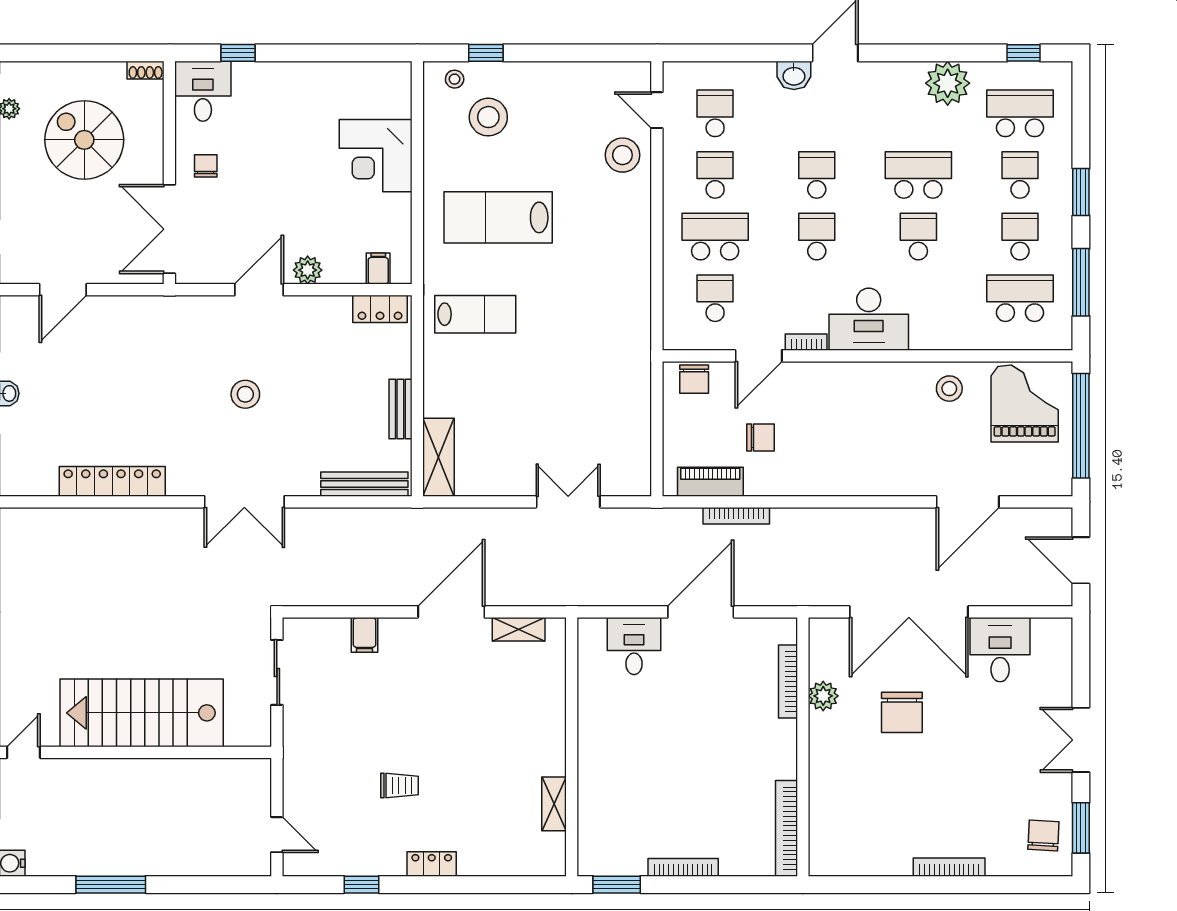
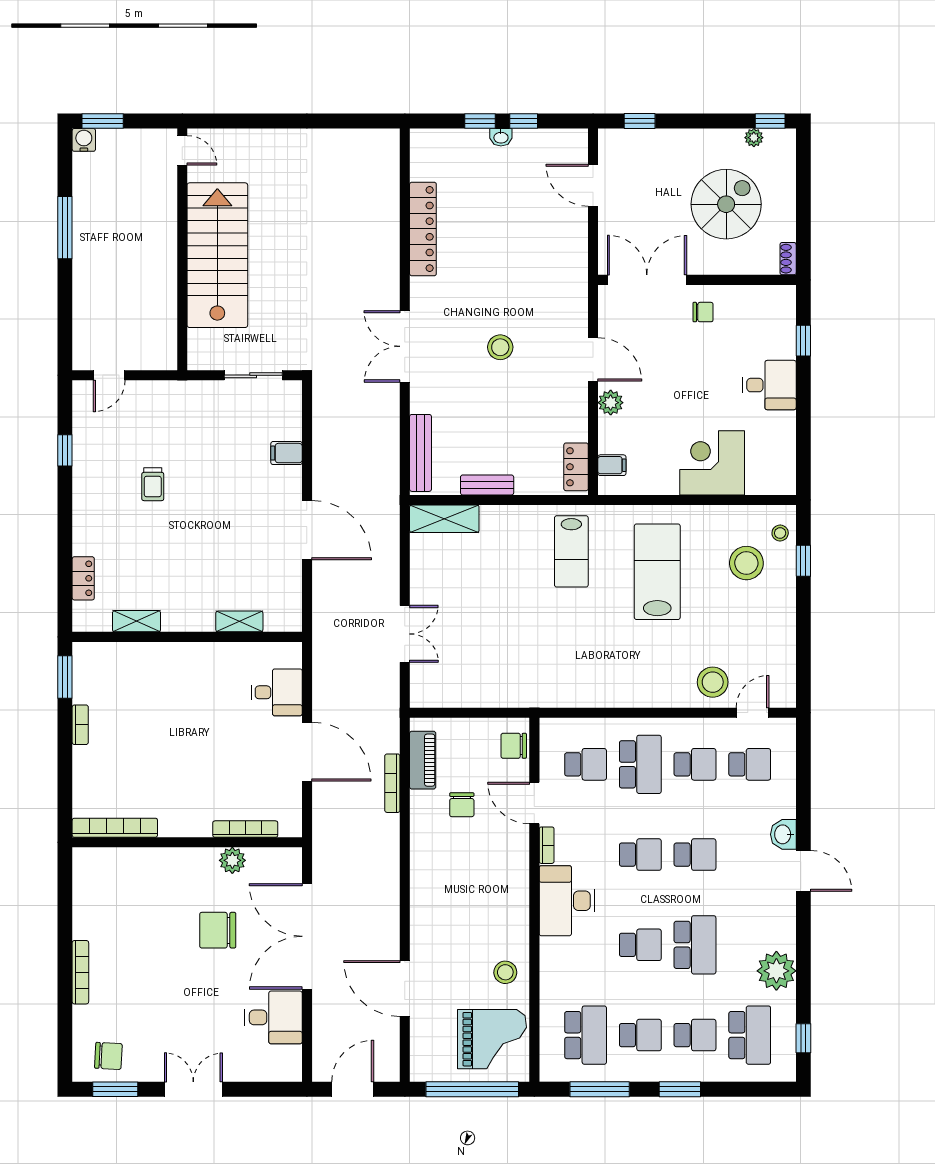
desk: (203, 91) -> (769, 385), moved
shelving: (519, 629) -> (239, 621), moved, turned 90
locker: (432, 864) -> (83, 578), moved
bookcase: (683, 867) -> (80, 725), width x0.64

